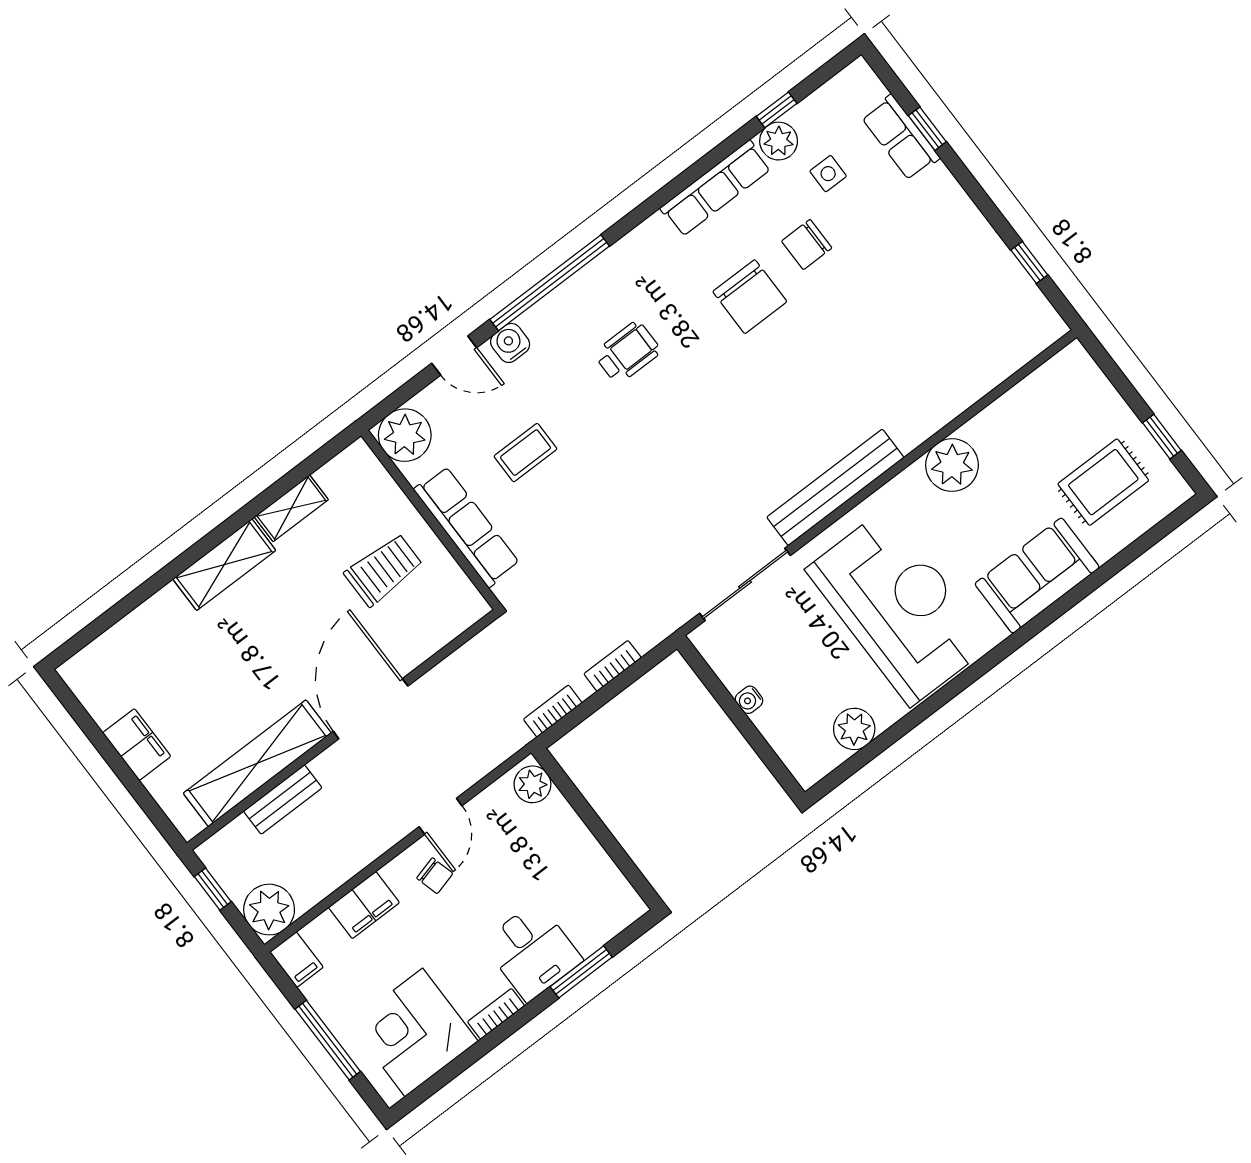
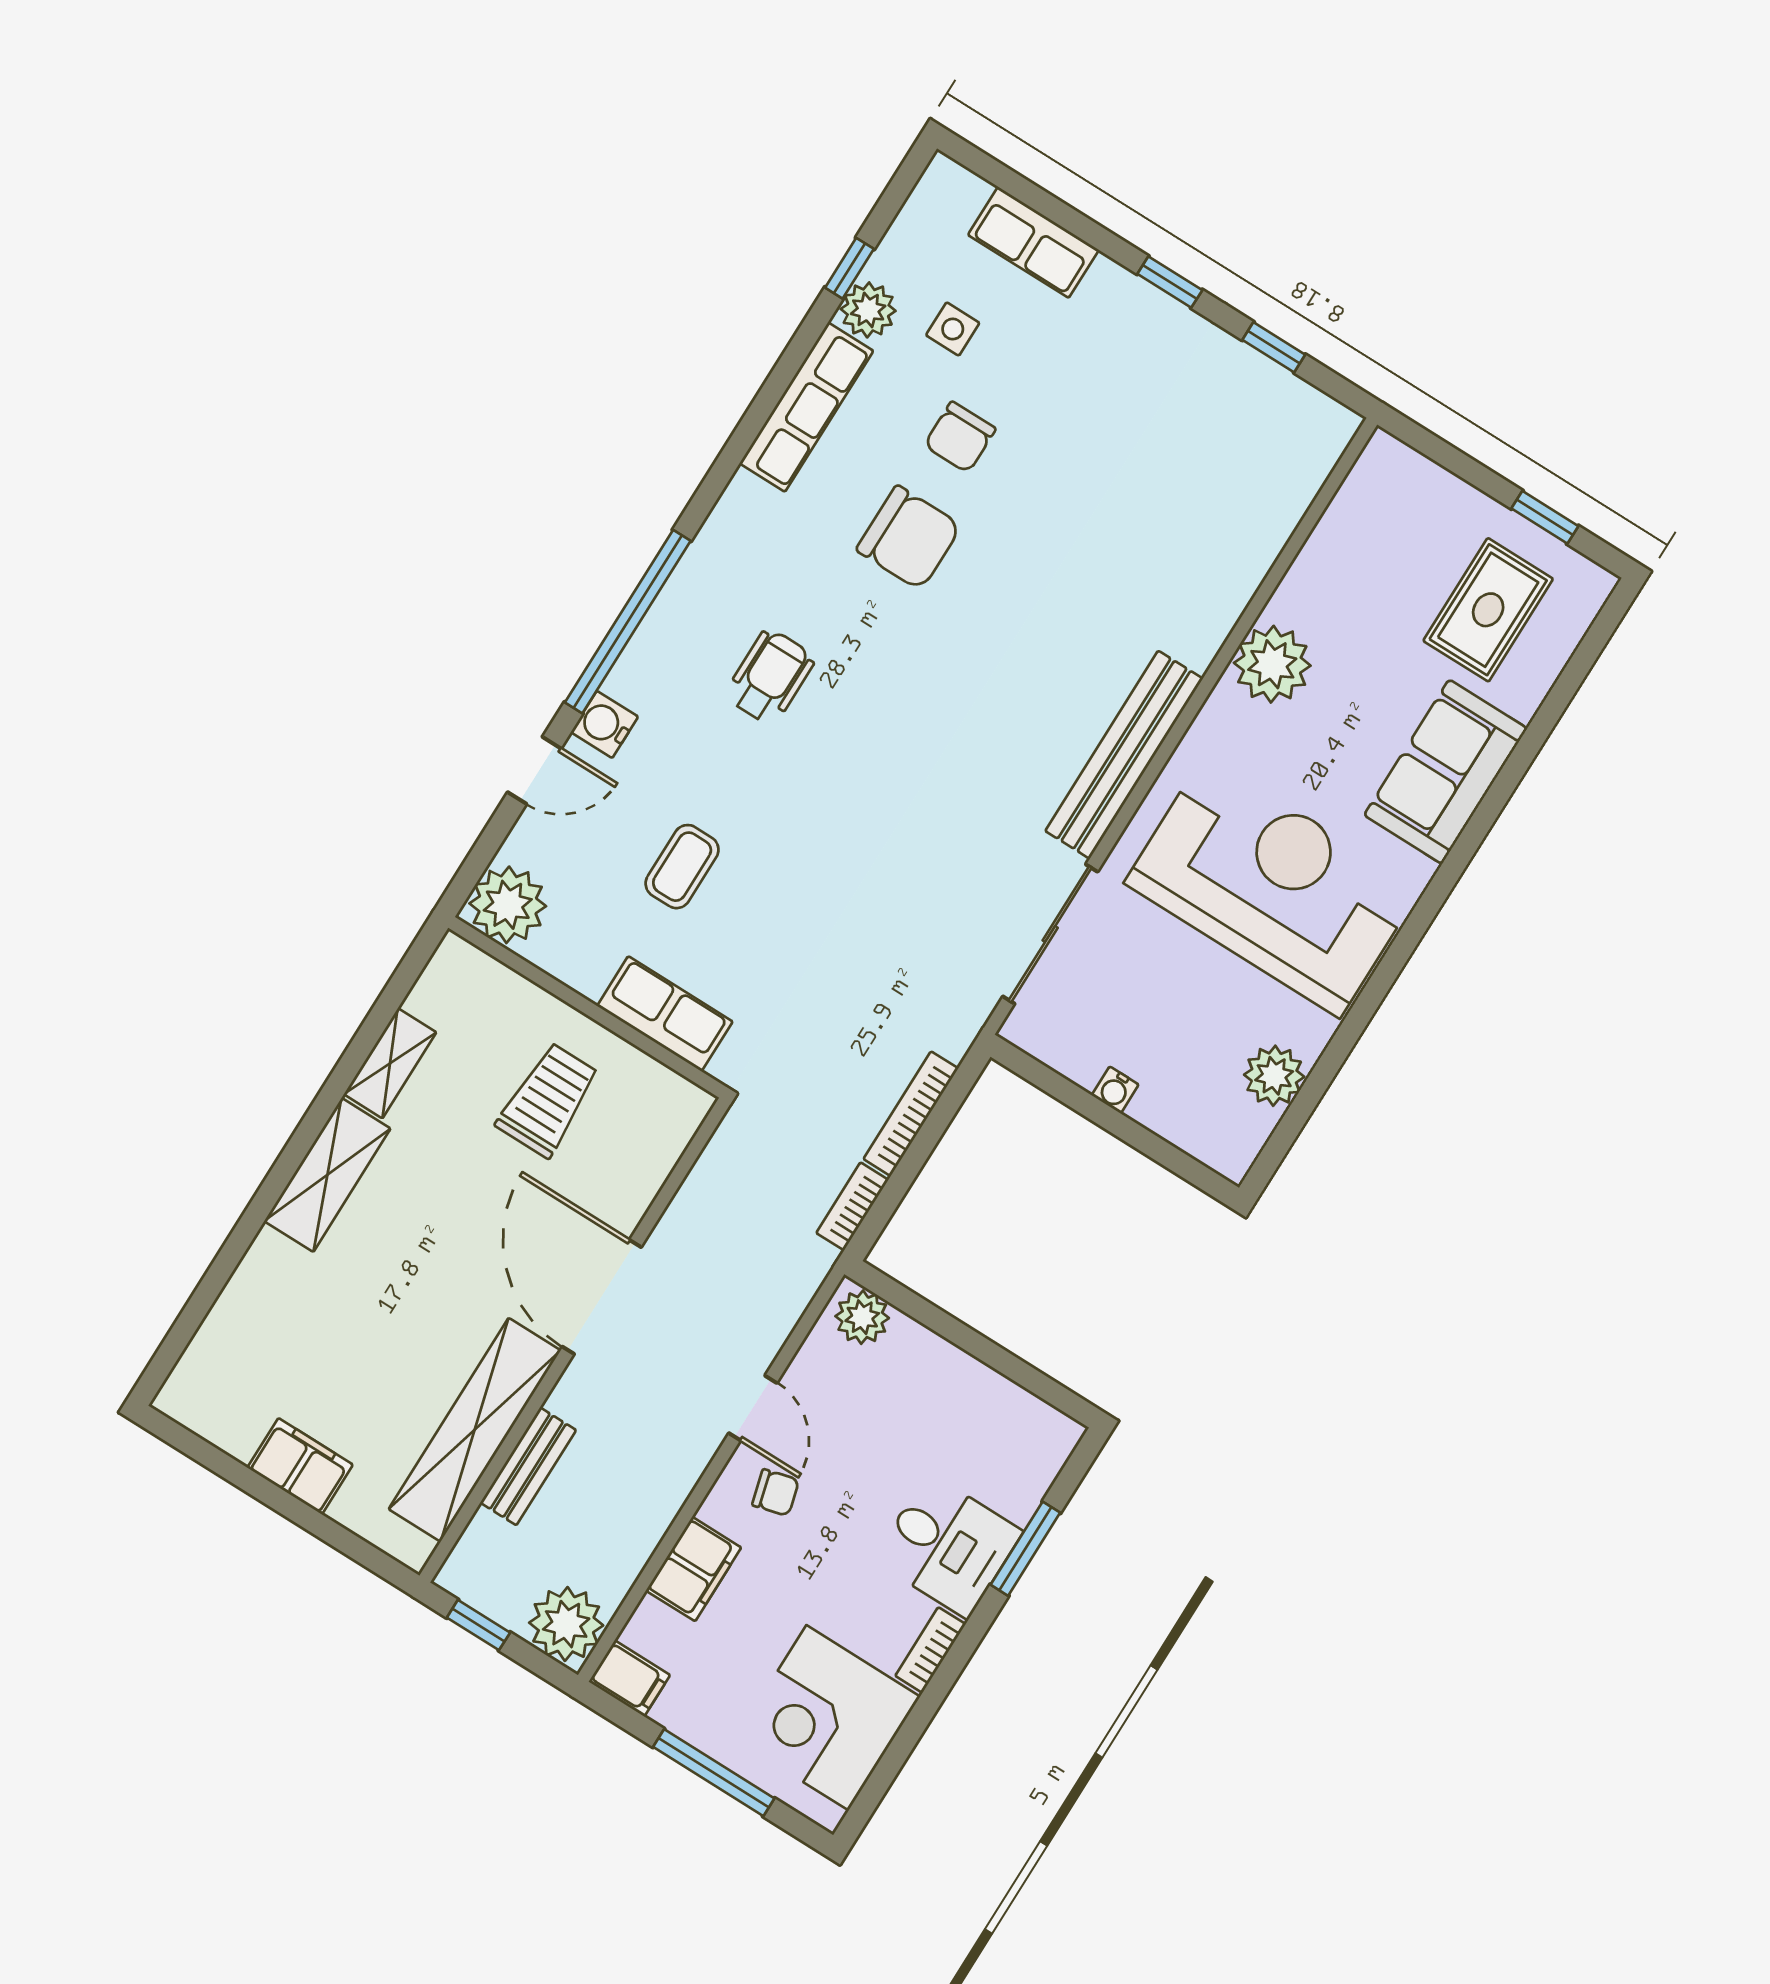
window: (927, 129) -> (1170, 282), moved
row of seats: (467, 527) -> (665, 1014), width x0.68
bookcase: (613, 666) -> (911, 1114), width x1.56

